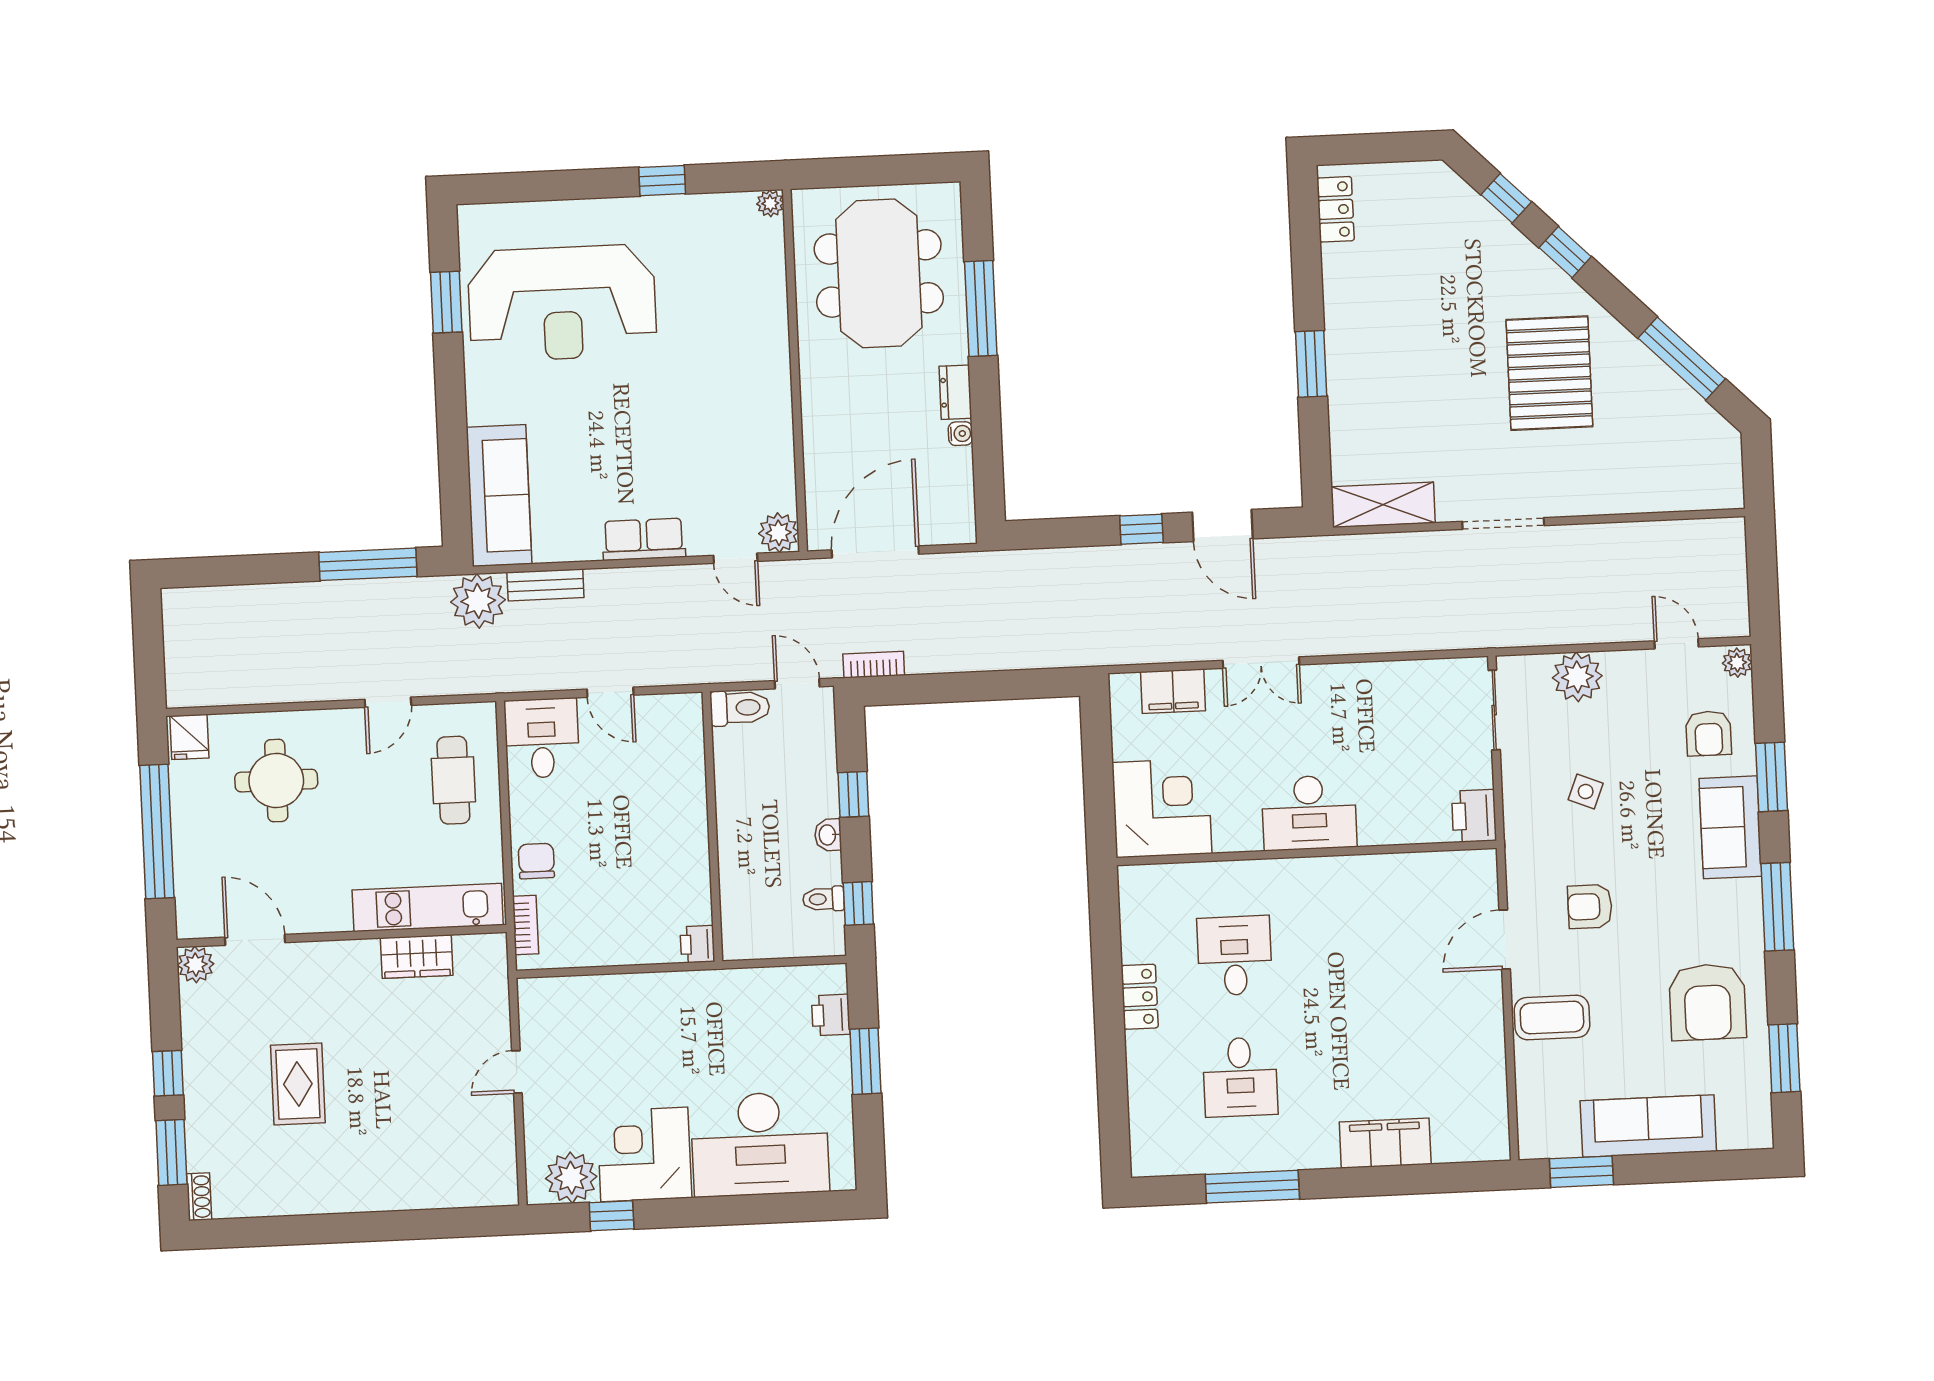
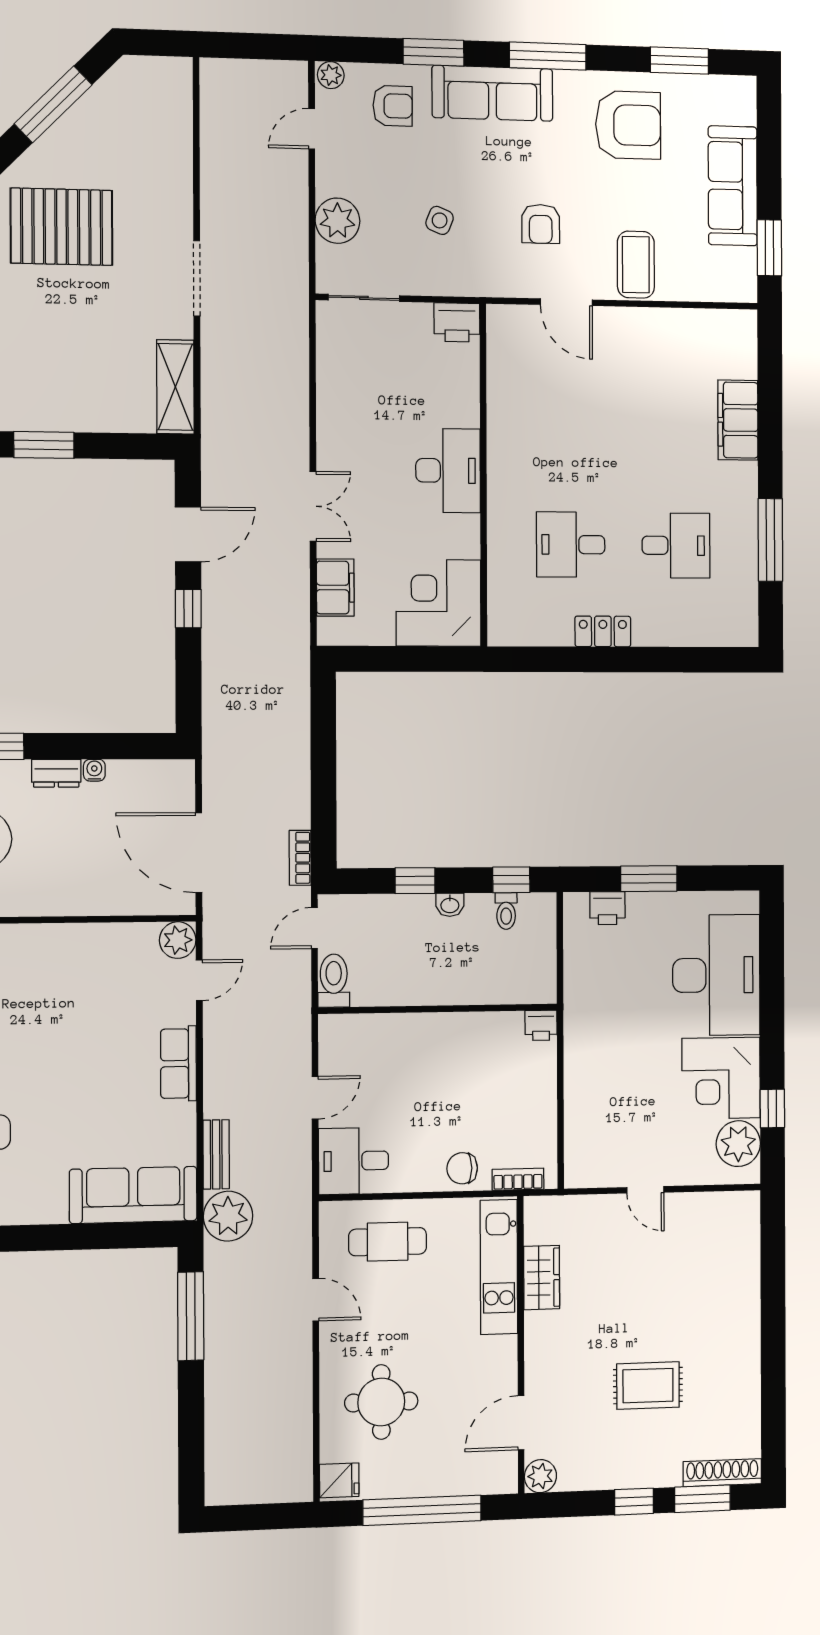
sofa: (1730, 827) -> (492, 93), width x1.36
shoe rack: (199, 1197) -> (722, 1473), width x1.94, depth x1.24

